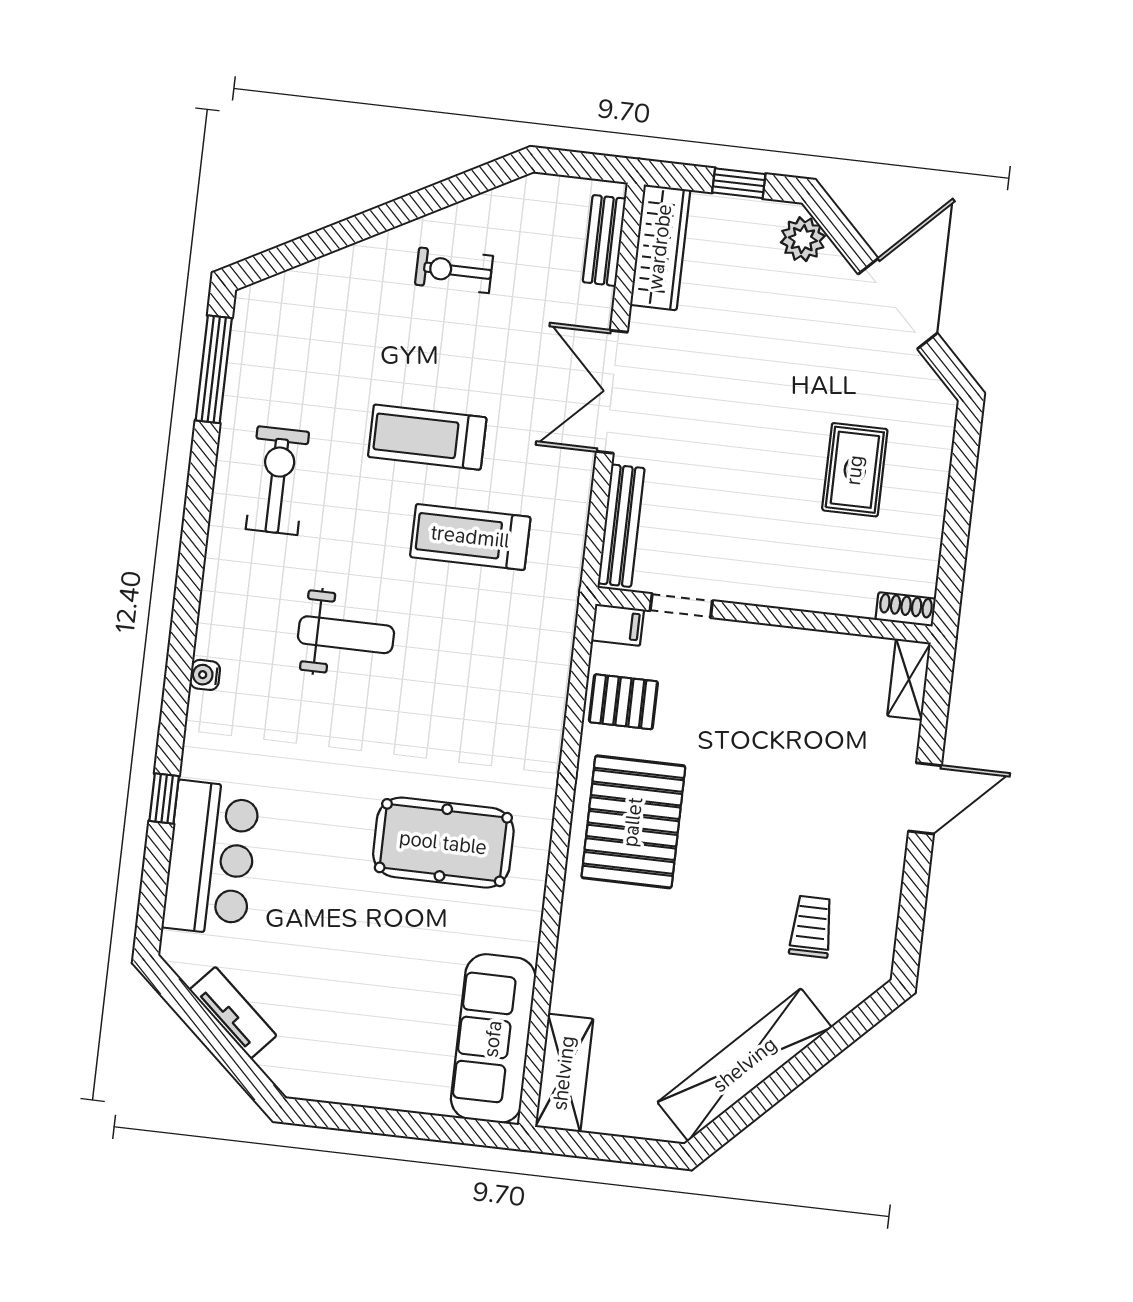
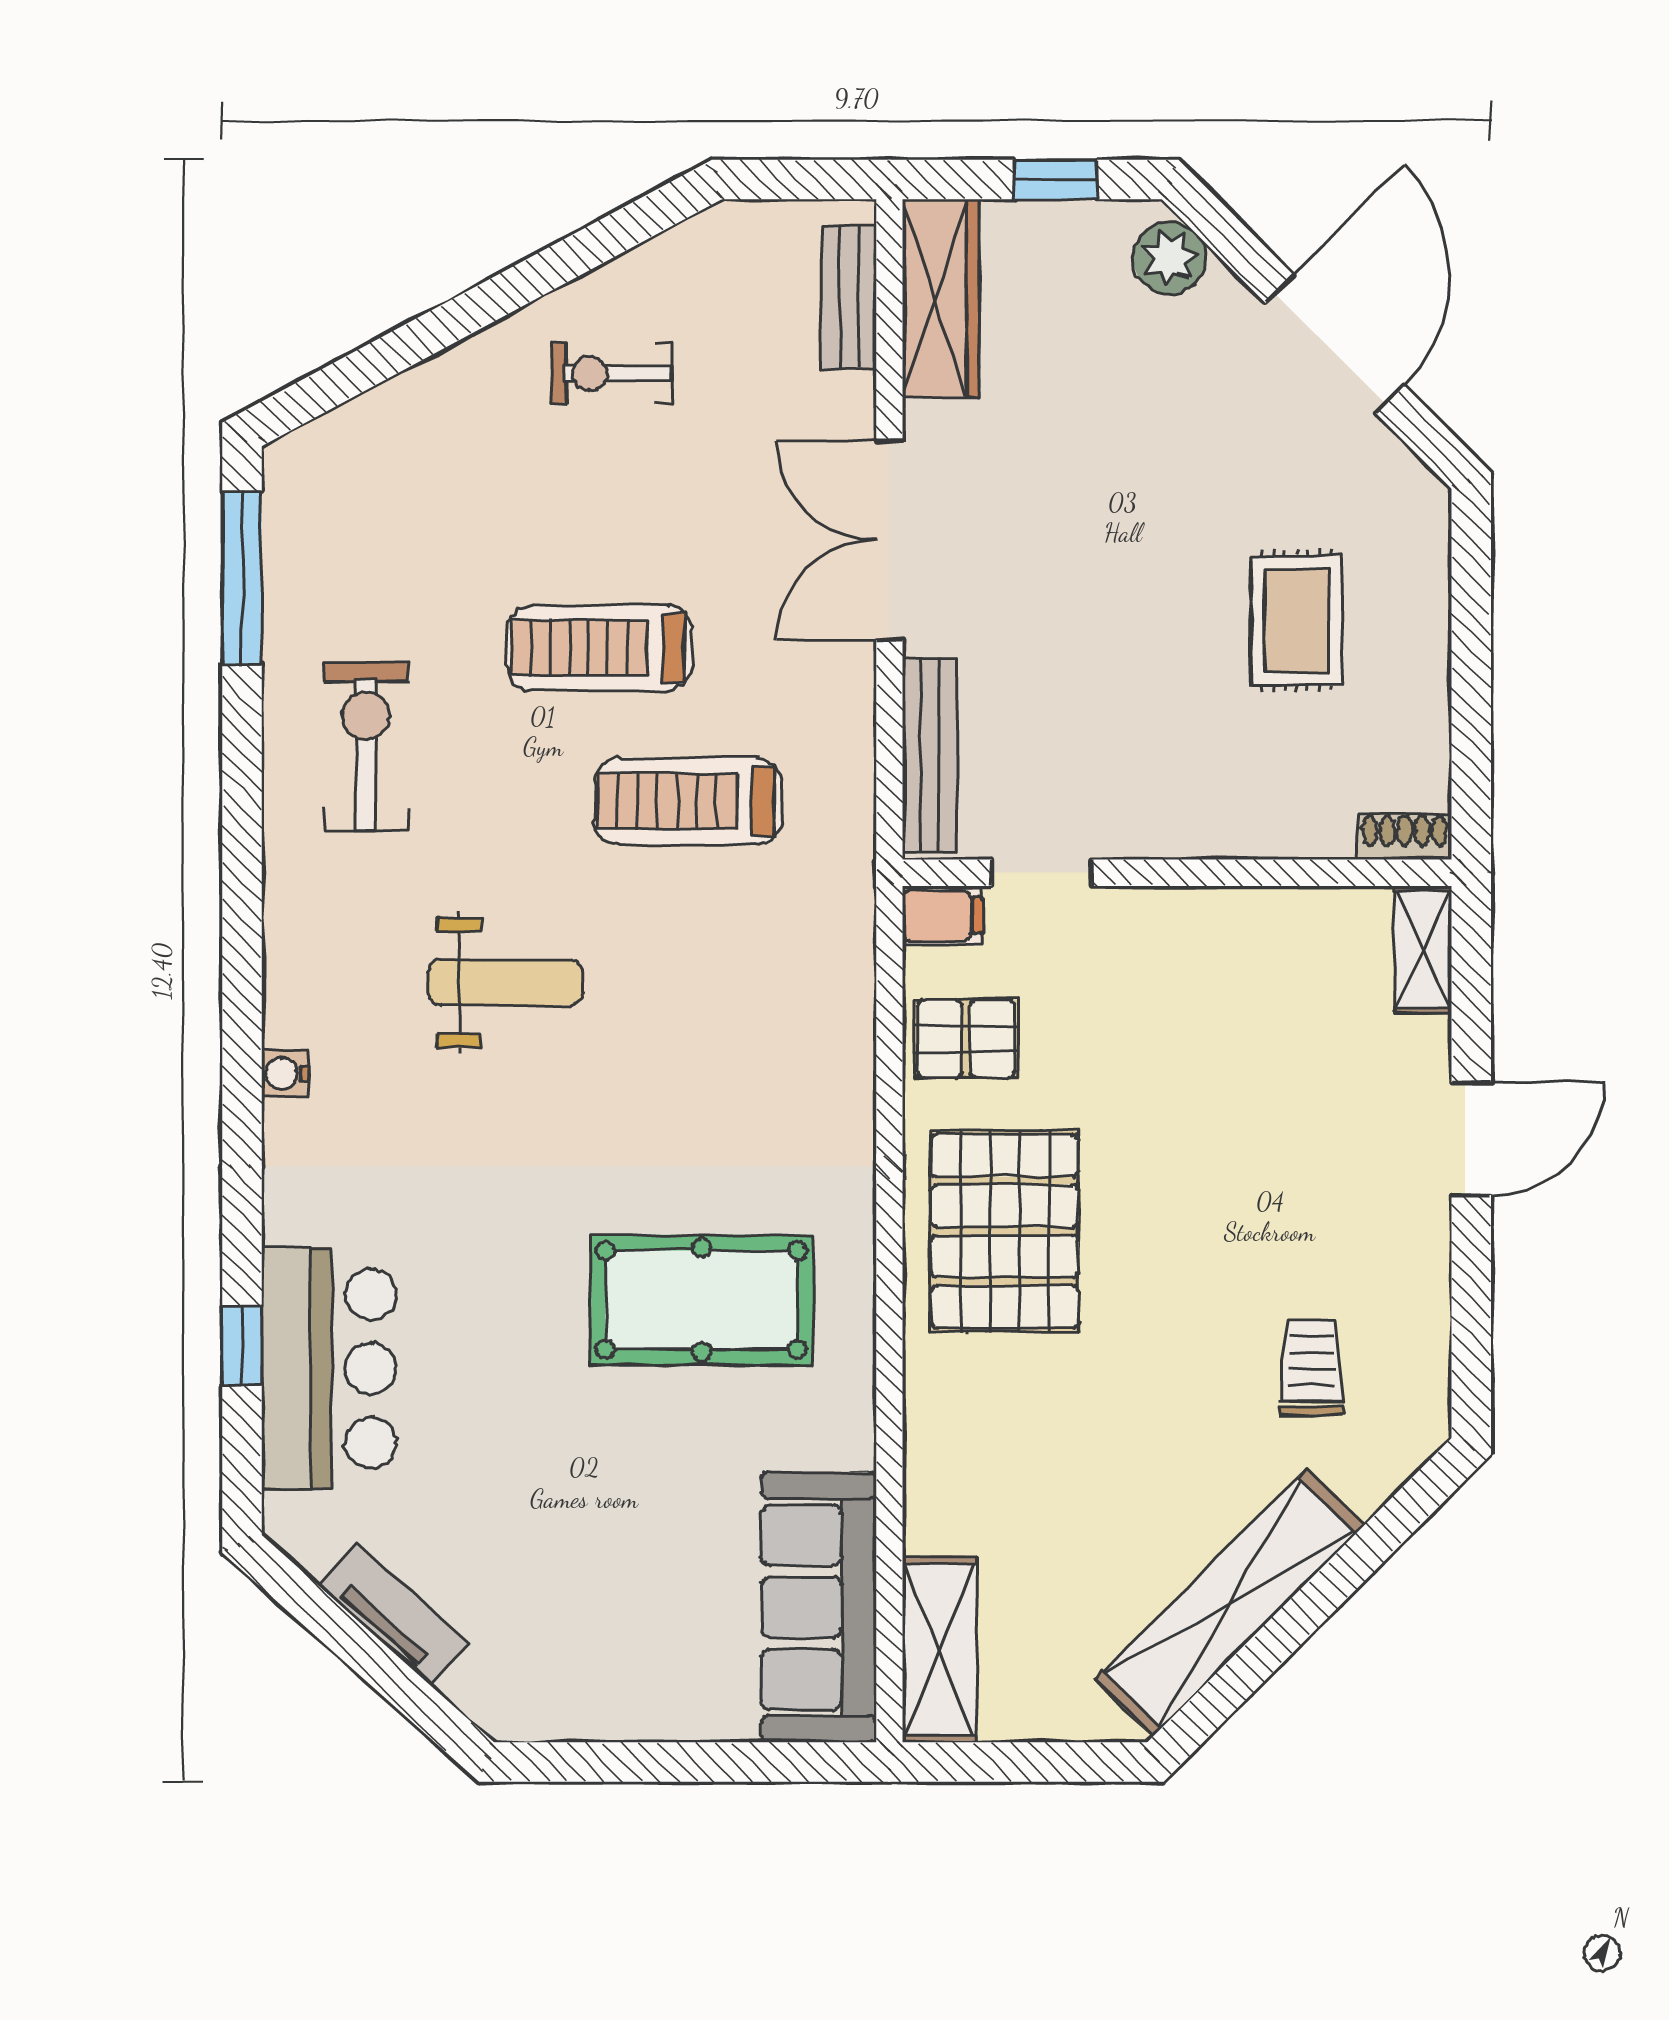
window: (164, 799) -> (242, 1346), moved

